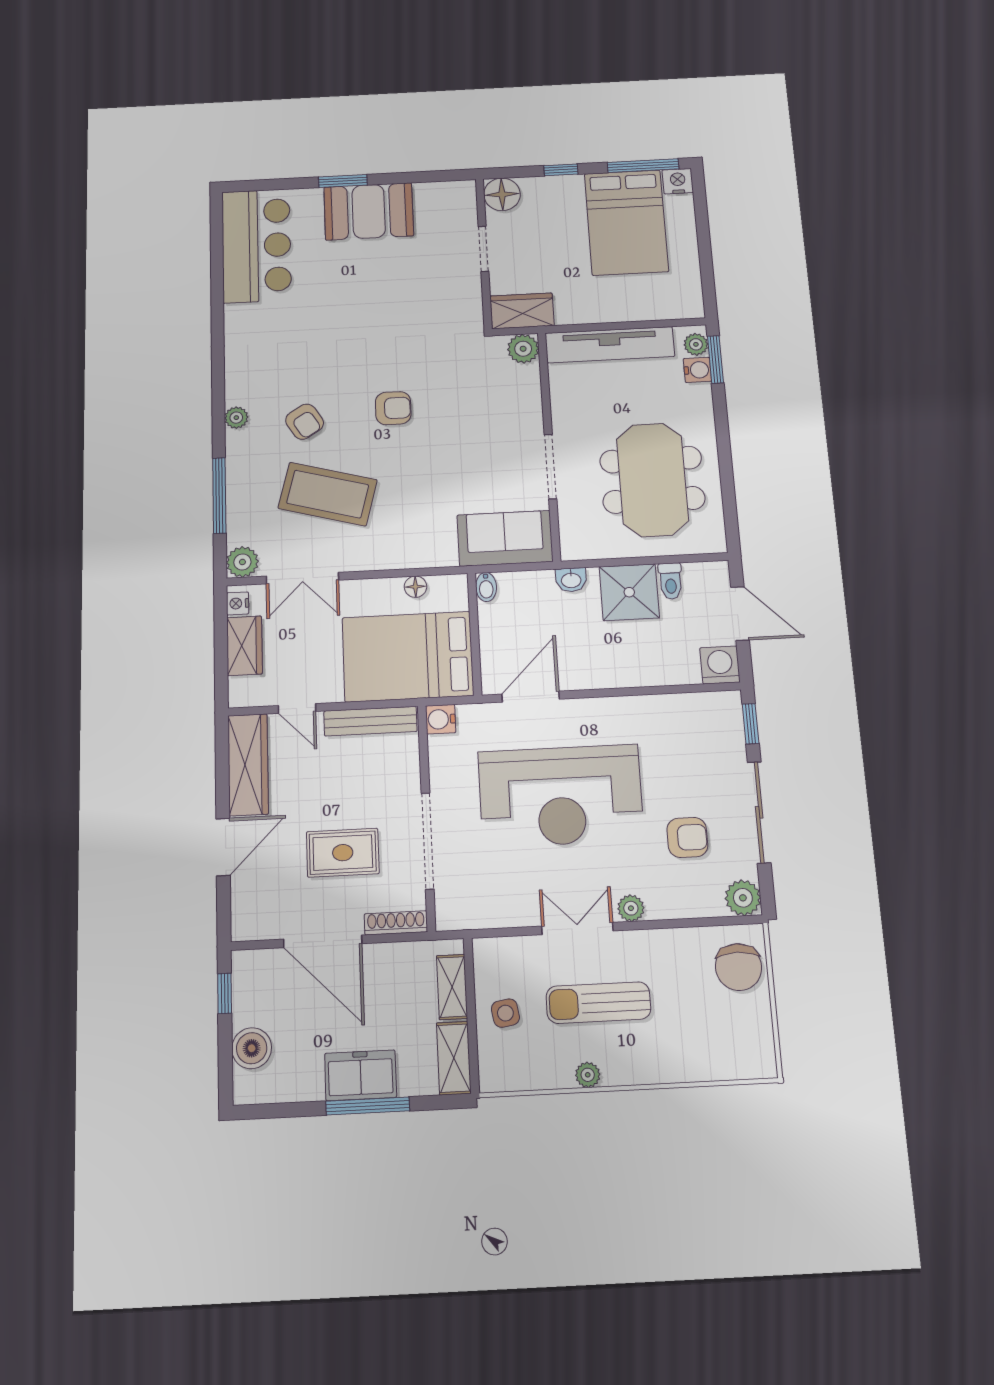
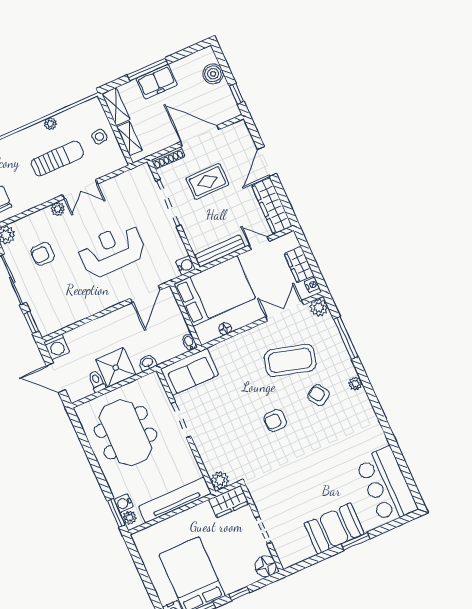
reception desk: (561, 796) -> (112, 250), width x0.74, depth x0.77

